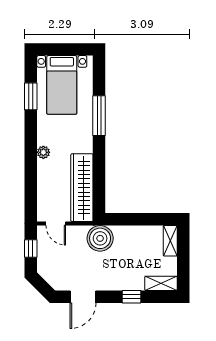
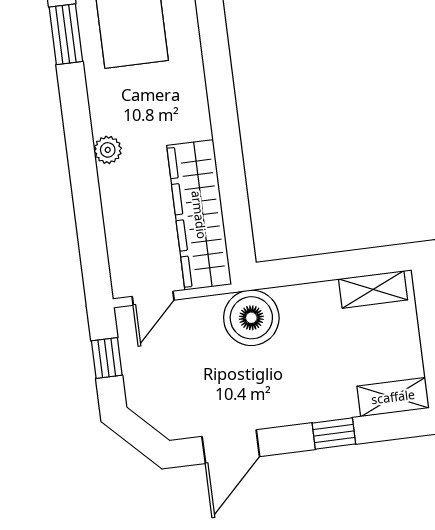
window: (99, 116) -> (216, 57), removed
door: (56, 224) -> (153, 298), hinge flipped
shelving: (170, 241) -> (373, 289), moved, turned 90

